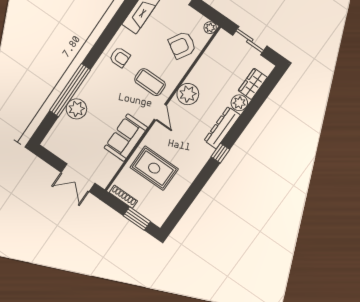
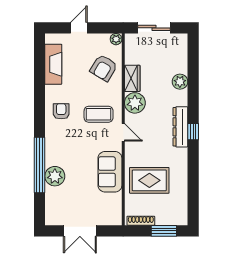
armchair: (120, 57) -> (61, 111), turned -90
wardrobe: (253, 84) -> (132, 78), moved, turned 180
dresser: (222, 128) -> (180, 127), moved
double door: (78, 178) -> (80, 231), moved

